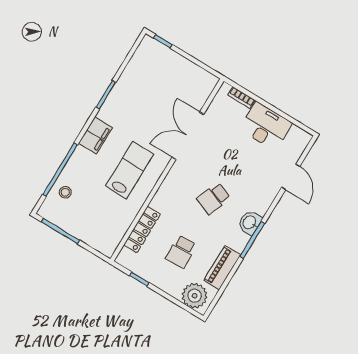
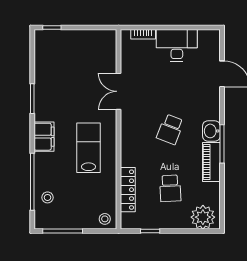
double door: (188, 136) -> (119, 91), width x0.73
stool: (105, 243) -> (105, 219), added
piano: (222, 268) -> (211, 162), moved

